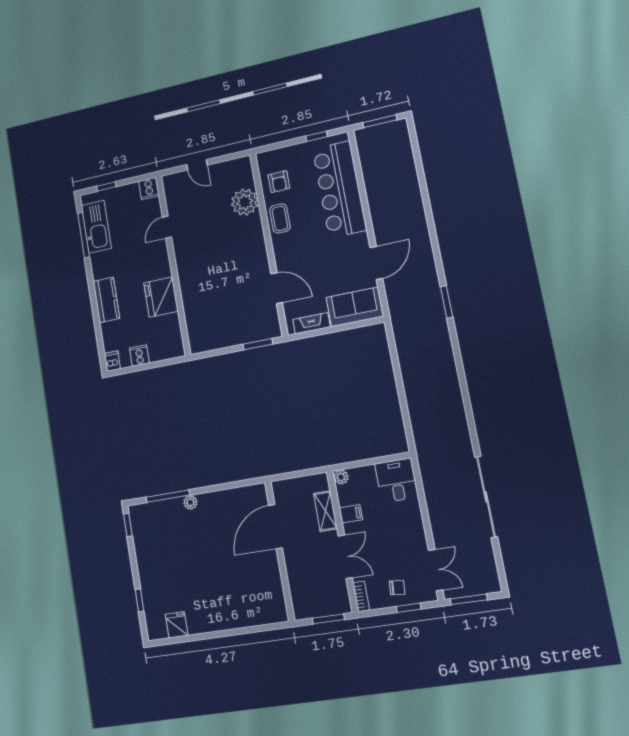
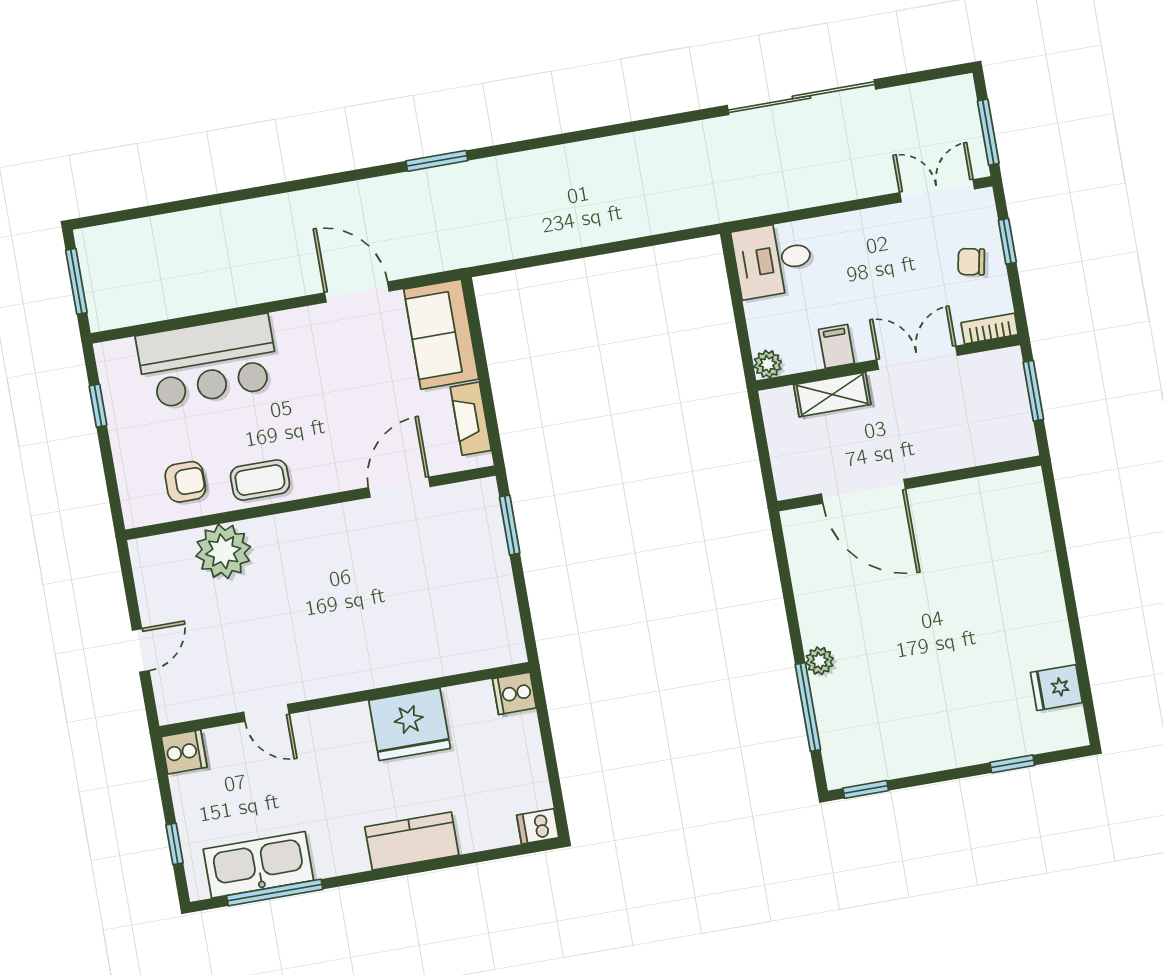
bar counter: (339, 189) -> (208, 361), width x0.73
cooker: (139, 356) -> (514, 693), moved
chair: (397, 588) -> (971, 262), turned -84

